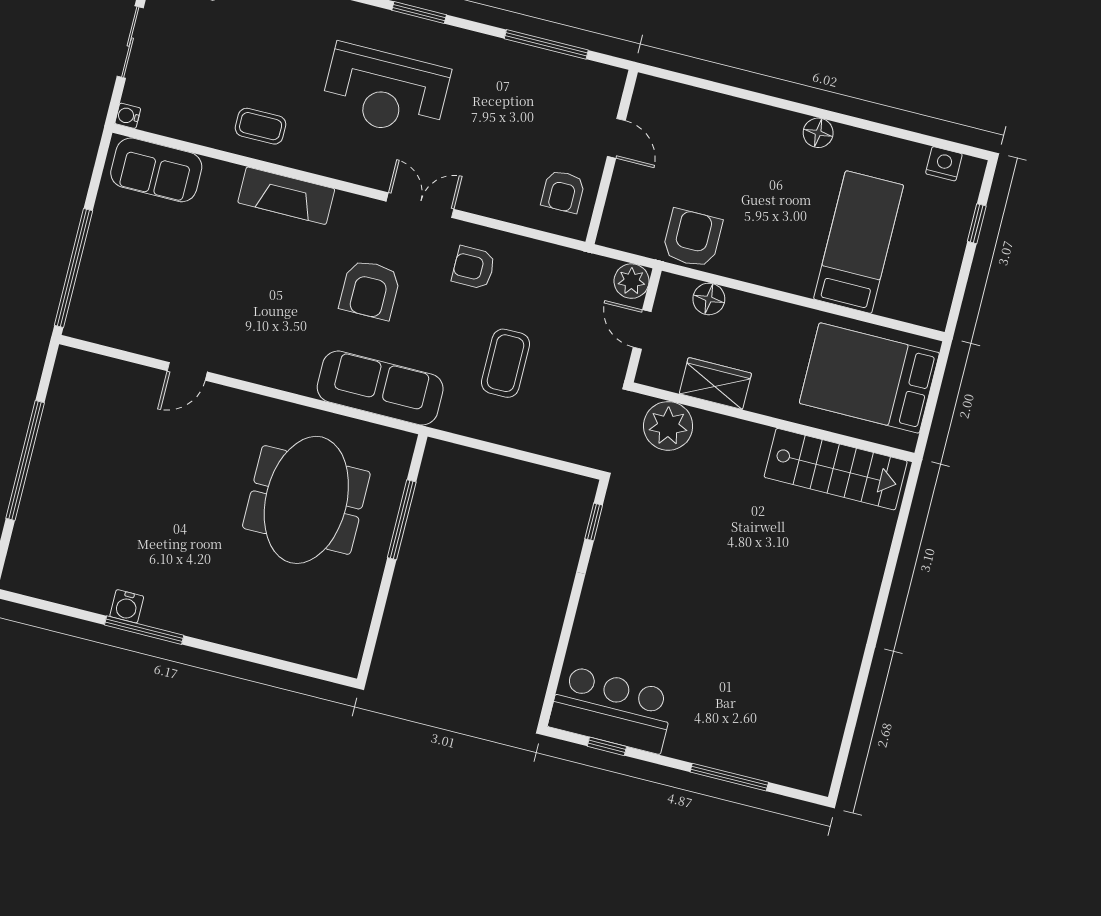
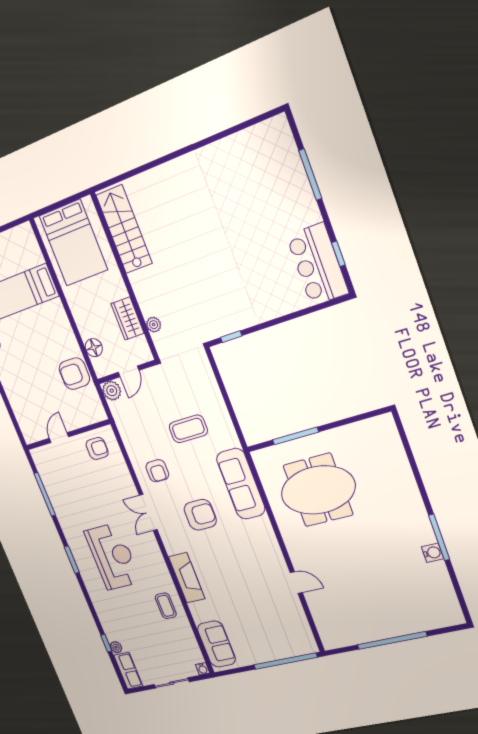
plant: (668, 426) -> (154, 325), width x0.53, depth x0.53

